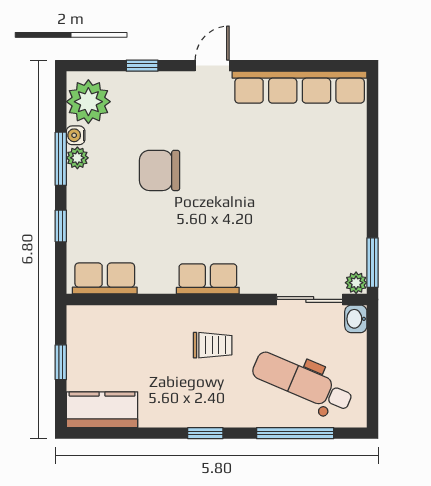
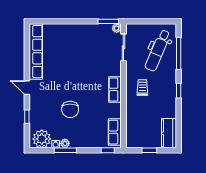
window: (61, 226) -> (108, 150), moved
washbasin: (356, 319) -> (131, 28), removed

